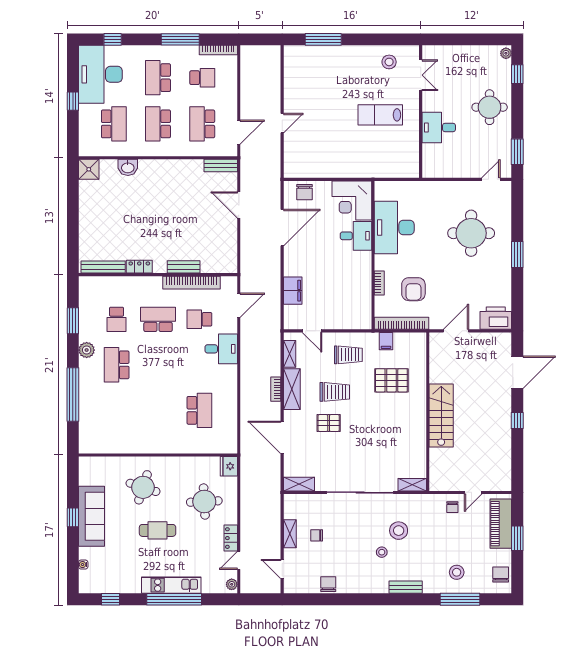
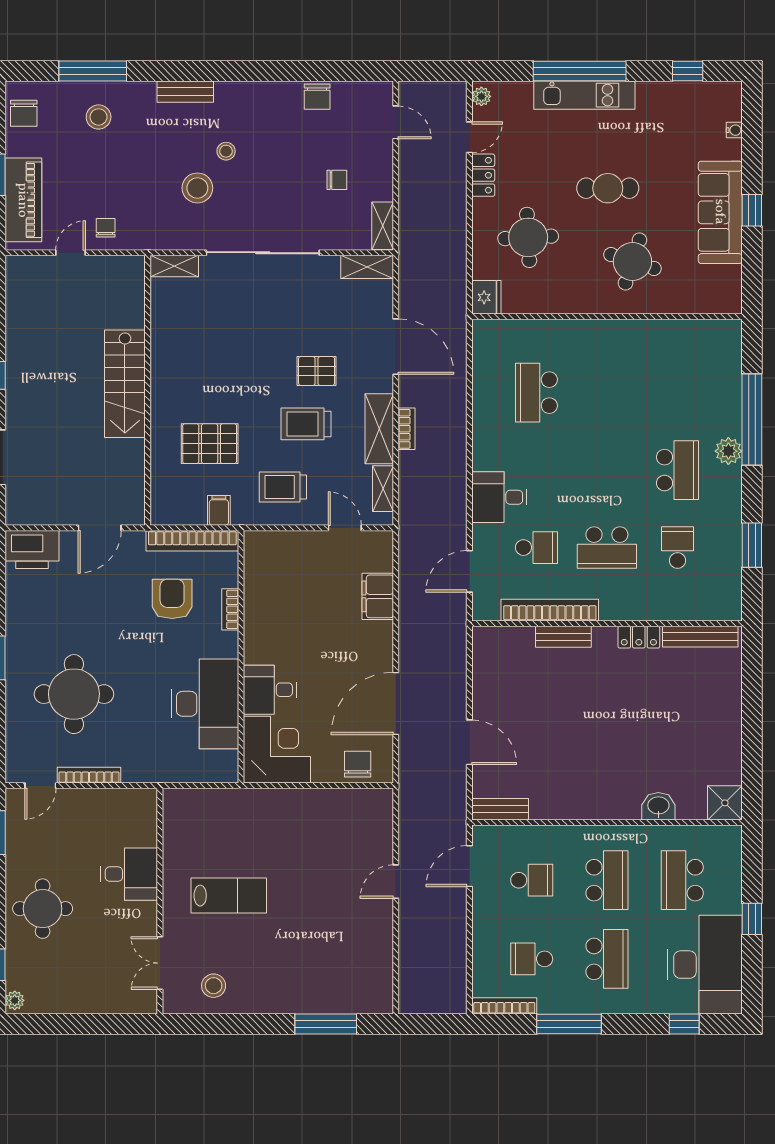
school desk: (202, 124) -> (532, 880), width x0.54
bookcase: (462, 186) -> (89, 775), added
plant: (87, 350) -> (728, 451), moved
shelving: (290, 534) -> (383, 226), moved

